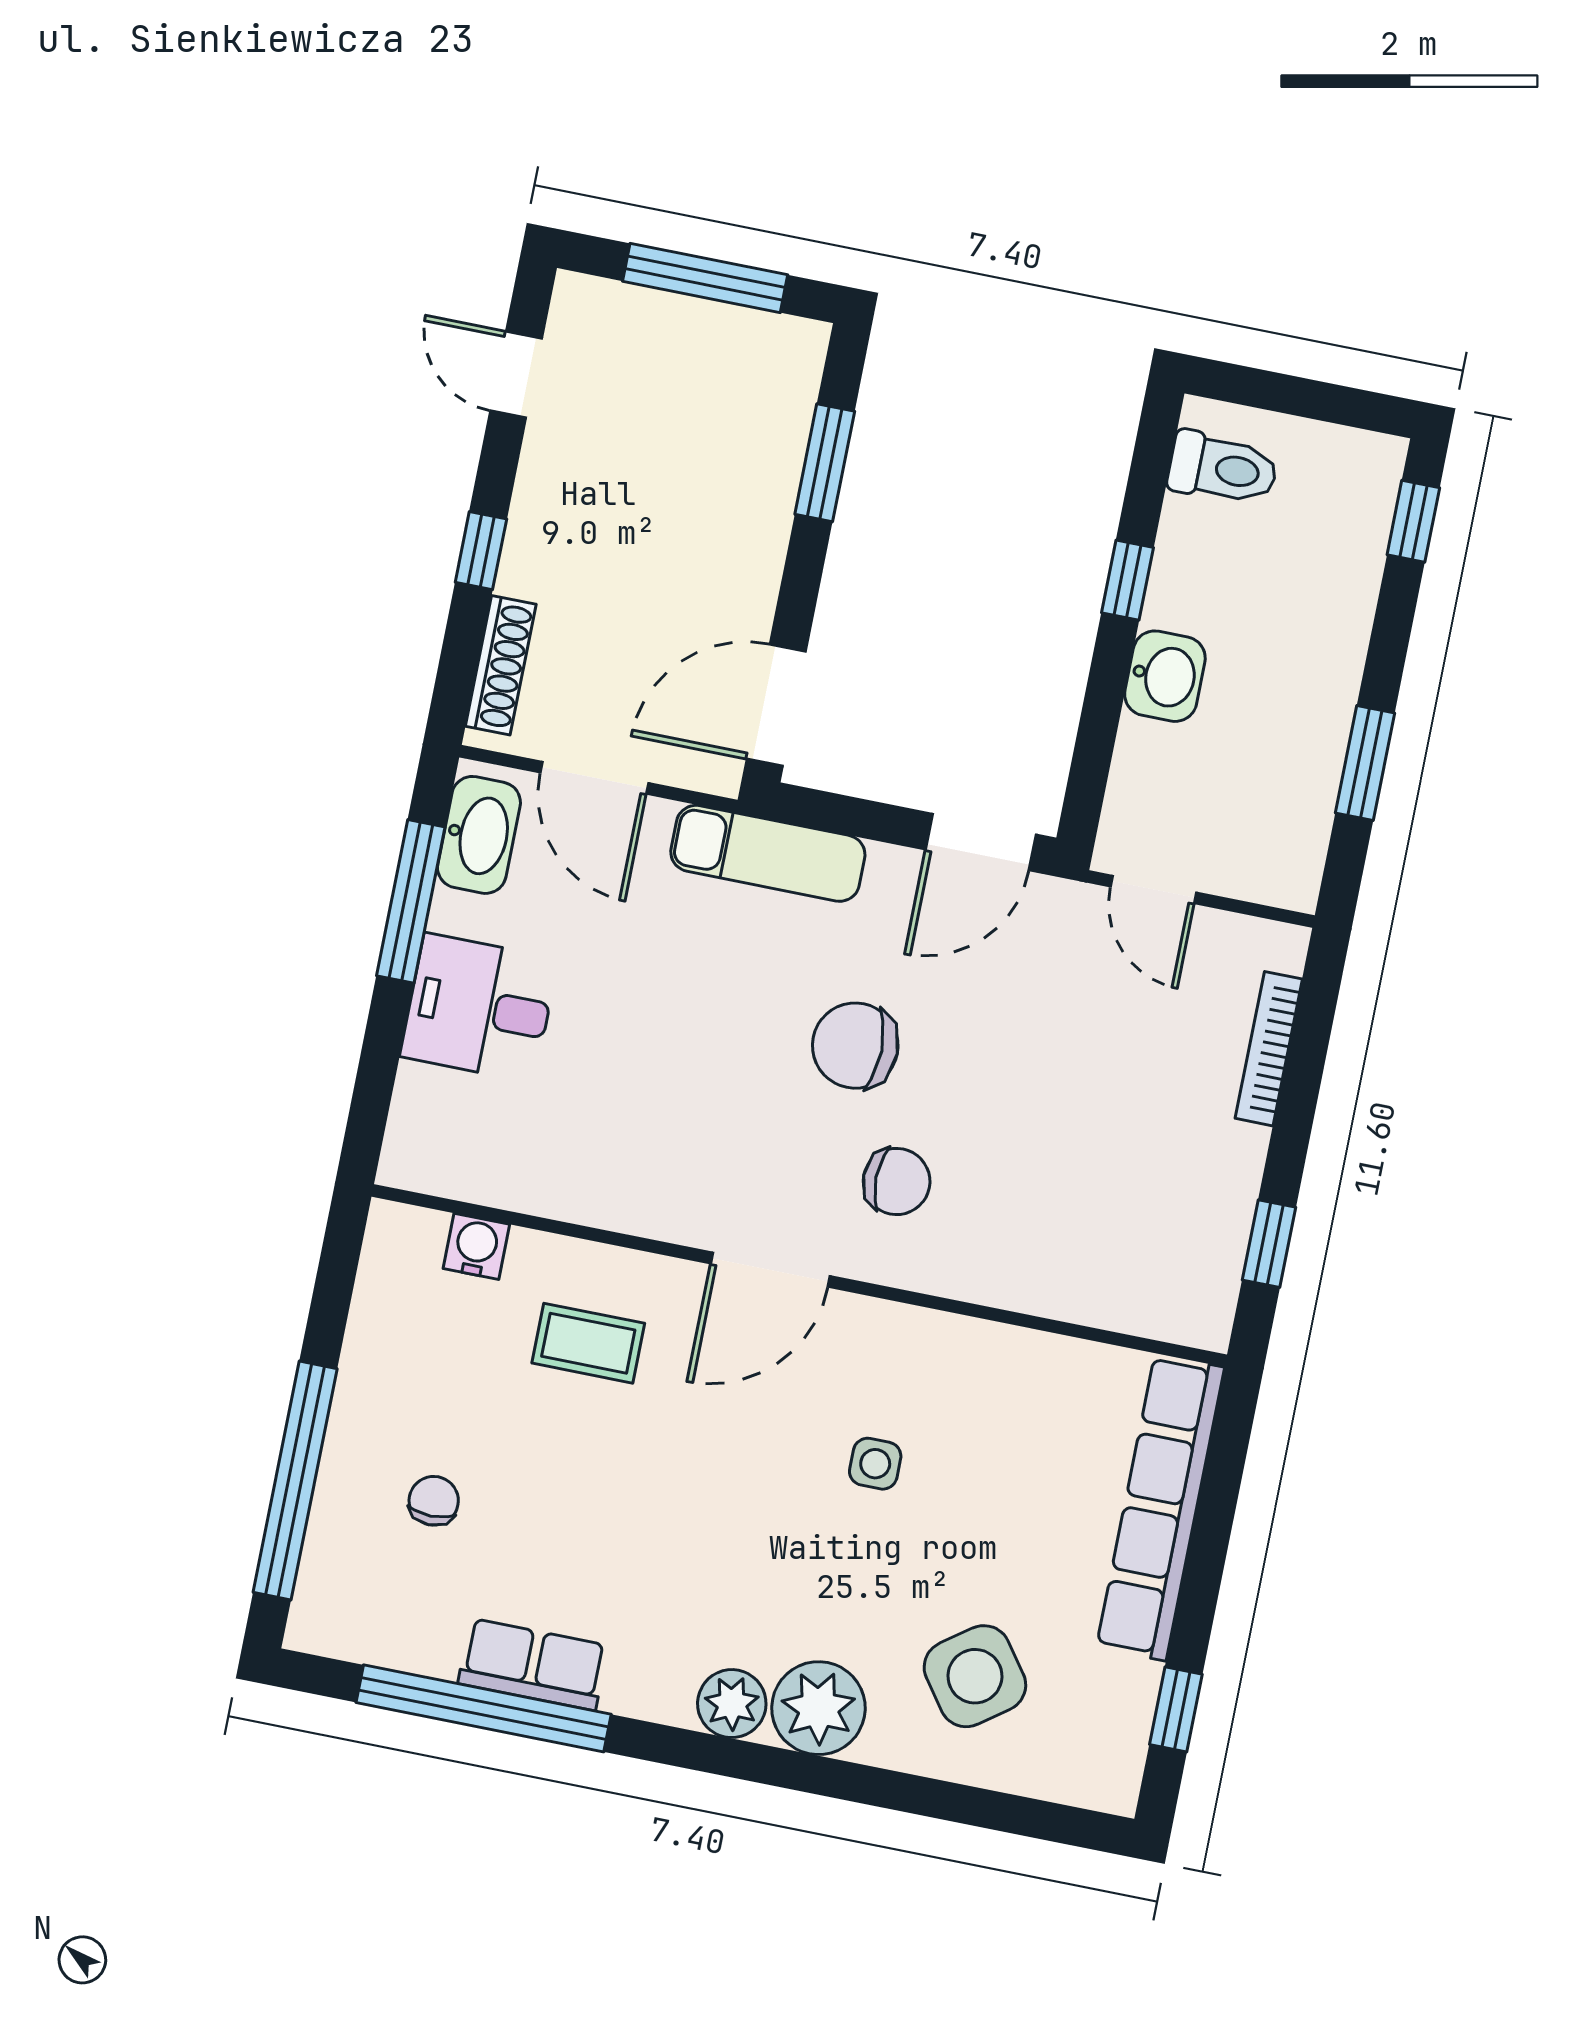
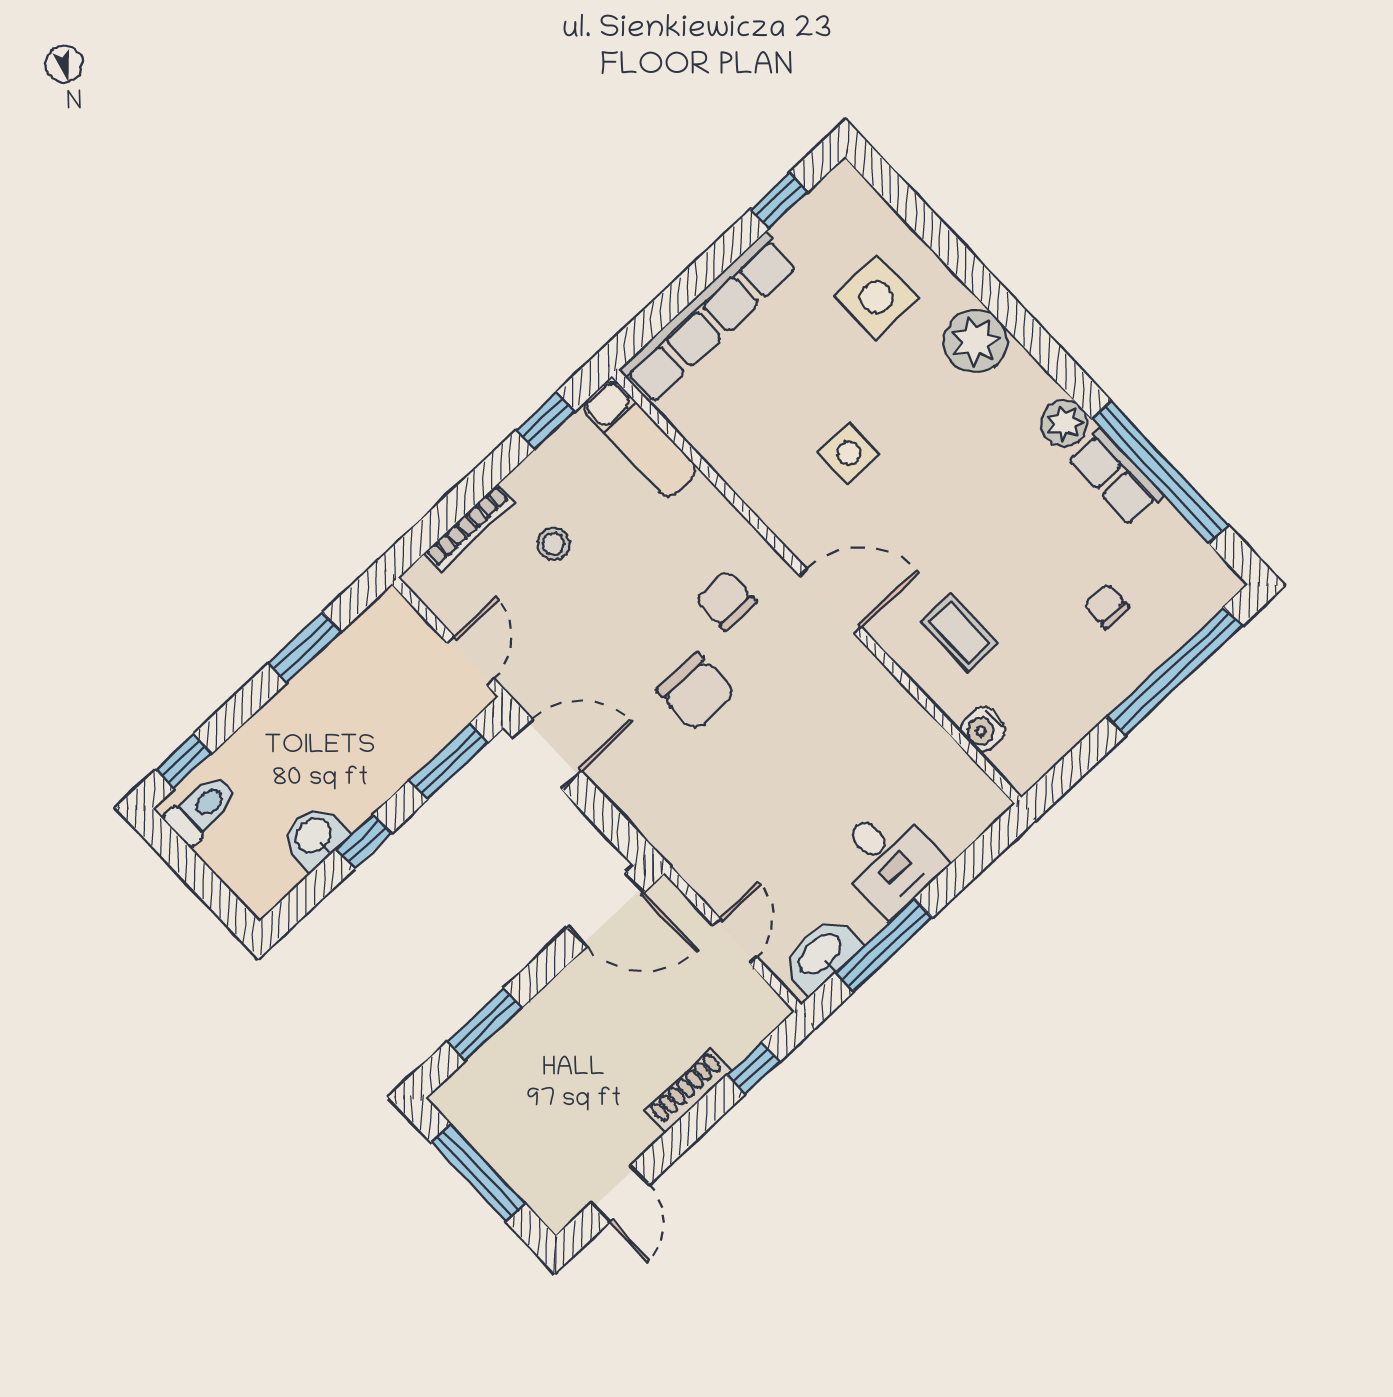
toilet: (1223, 468) -> (202, 809), moved, turned 90
window: (481, 551) -> (753, 1068), moved
shoe rack: (501, 665) -> (688, 1091), moved
washbasin: (1165, 676) -> (314, 836), moved
window: (1094, 749) -> (449, 761), added
door: (594, 778) -> (735, 941), width x0.73
exam couch: (768, 853) -> (640, 438), moved, turned 180
stool: (1154, 1102) -> (554, 544), added
side table: (875, 1464) -> (849, 453), width x1.37, depth x1.37
chair: (434, 1501) -> (1106, 606), turned 90
side table: (975, 1676) -> (877, 297), turned 36
plant: (732, 1704) -> (1065, 423), moved

